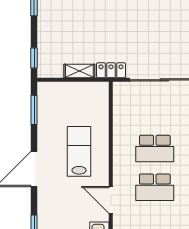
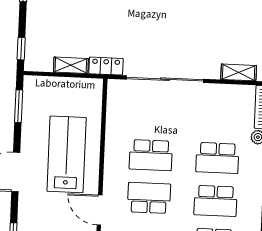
lab bench: (79, 151) -> (67, 154), width x1.36, depth x1.39
school desk: (155, 187) -> (149, 198), turned 180

